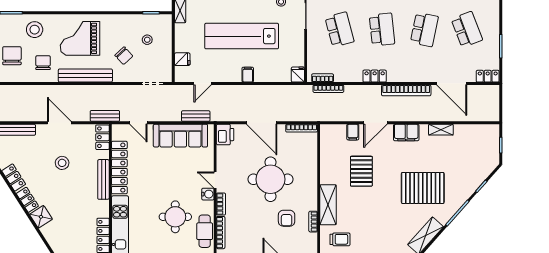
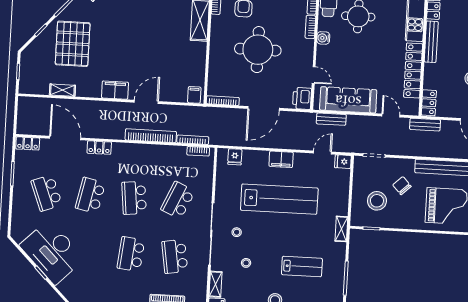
school desk: (340, 29) -> (178, 200), turned 39
stool: (147, 40) -> (377, 201), width x1.89, depth x1.89
fridge: (182, 59) -> (343, 162), moved
filing cabinet: (248, 75) -> (281, 159), width x2.00
fridge: (298, 75) -> (235, 157), moved
locker: (375, 76) -> (99, 148), moved
bookcase: (406, 90) -> (151, 136), moved
door: (262, 123) -> (264, 108), swing flipped
shelving: (441, 130) -> (62, 90), moved
filing cabinet: (353, 132) -> (194, 95), moved
pallet: (361, 171) -> (164, 53), removed
bench: (103, 179) -> (431, 42), moved
door: (215, 180) -> (314, 75), moved
pallet: (423, 188) -> (73, 44), moved, turned 90

